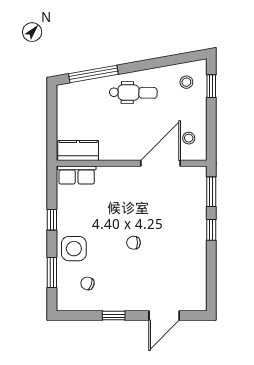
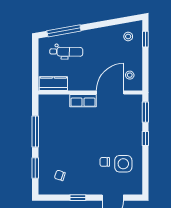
dental chair: (133, 93) -> (66, 52), moved
row of seats: (77, 175) -> (83, 101), moved
window: (52, 220) -> (35, 131), width x2.17
chair: (133, 243) -> (105, 162), moved
side table: (74, 249) -> (123, 164), moved

